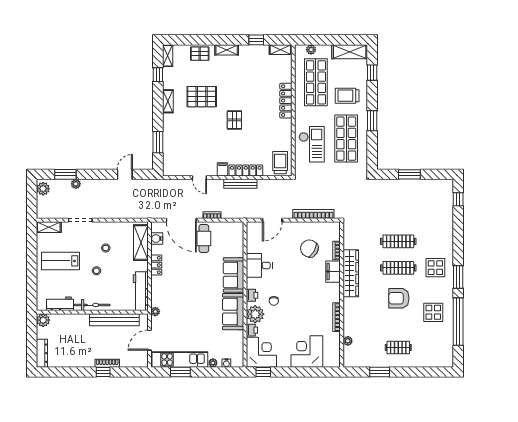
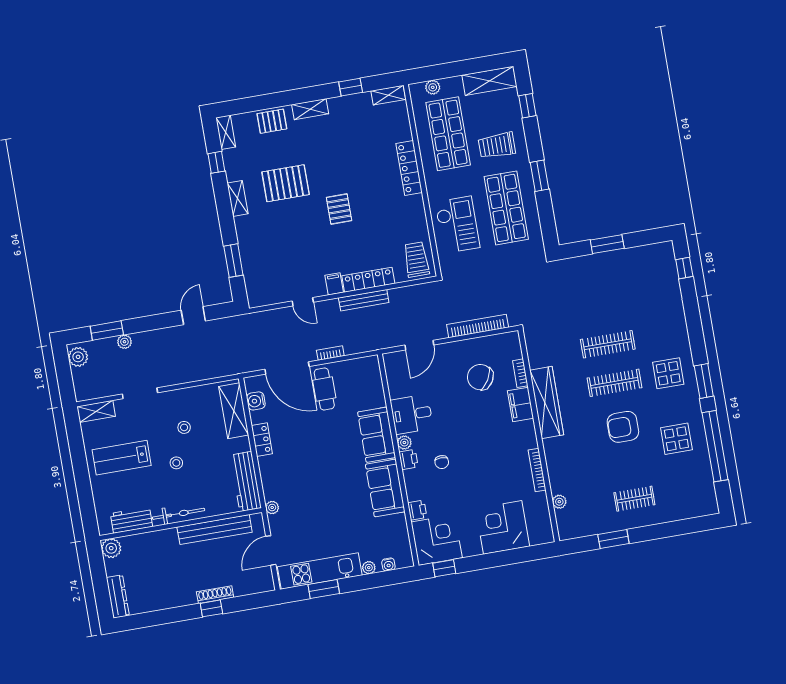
plant: (255, 314) -> (404, 442), moved, width x0.53, depth x0.53

